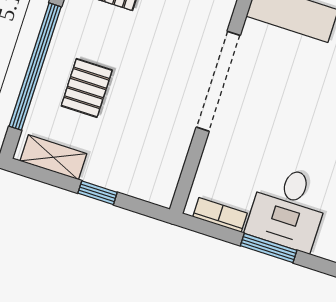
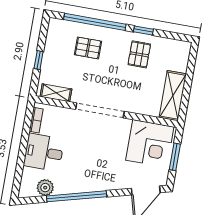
shelving: (53, 157) -> (56, 93), moved, turned 90
window: (269, 248) -> (23, 146), removed

